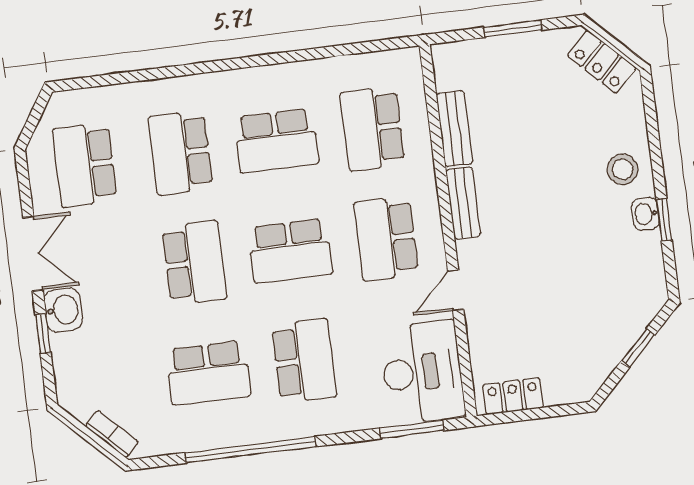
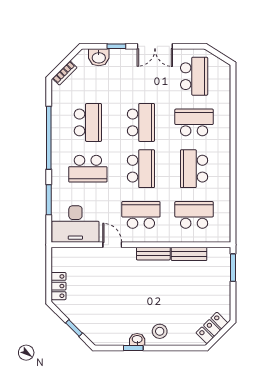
window: (513, 29) -> (233, 268), moved
school desk: (85, 165) -> (194, 76), turned 90
school desk: (290, 251) -> (141, 169), turned 180
school desk: (194, 263) -> (141, 122), turned -90
washbasin: (63, 310) -> (99, 57), moved
school desk: (208, 373) -> (88, 122), turned 180
locker: (513, 396) -> (59, 286), moved
window: (412, 429) -> (49, 200), moved

